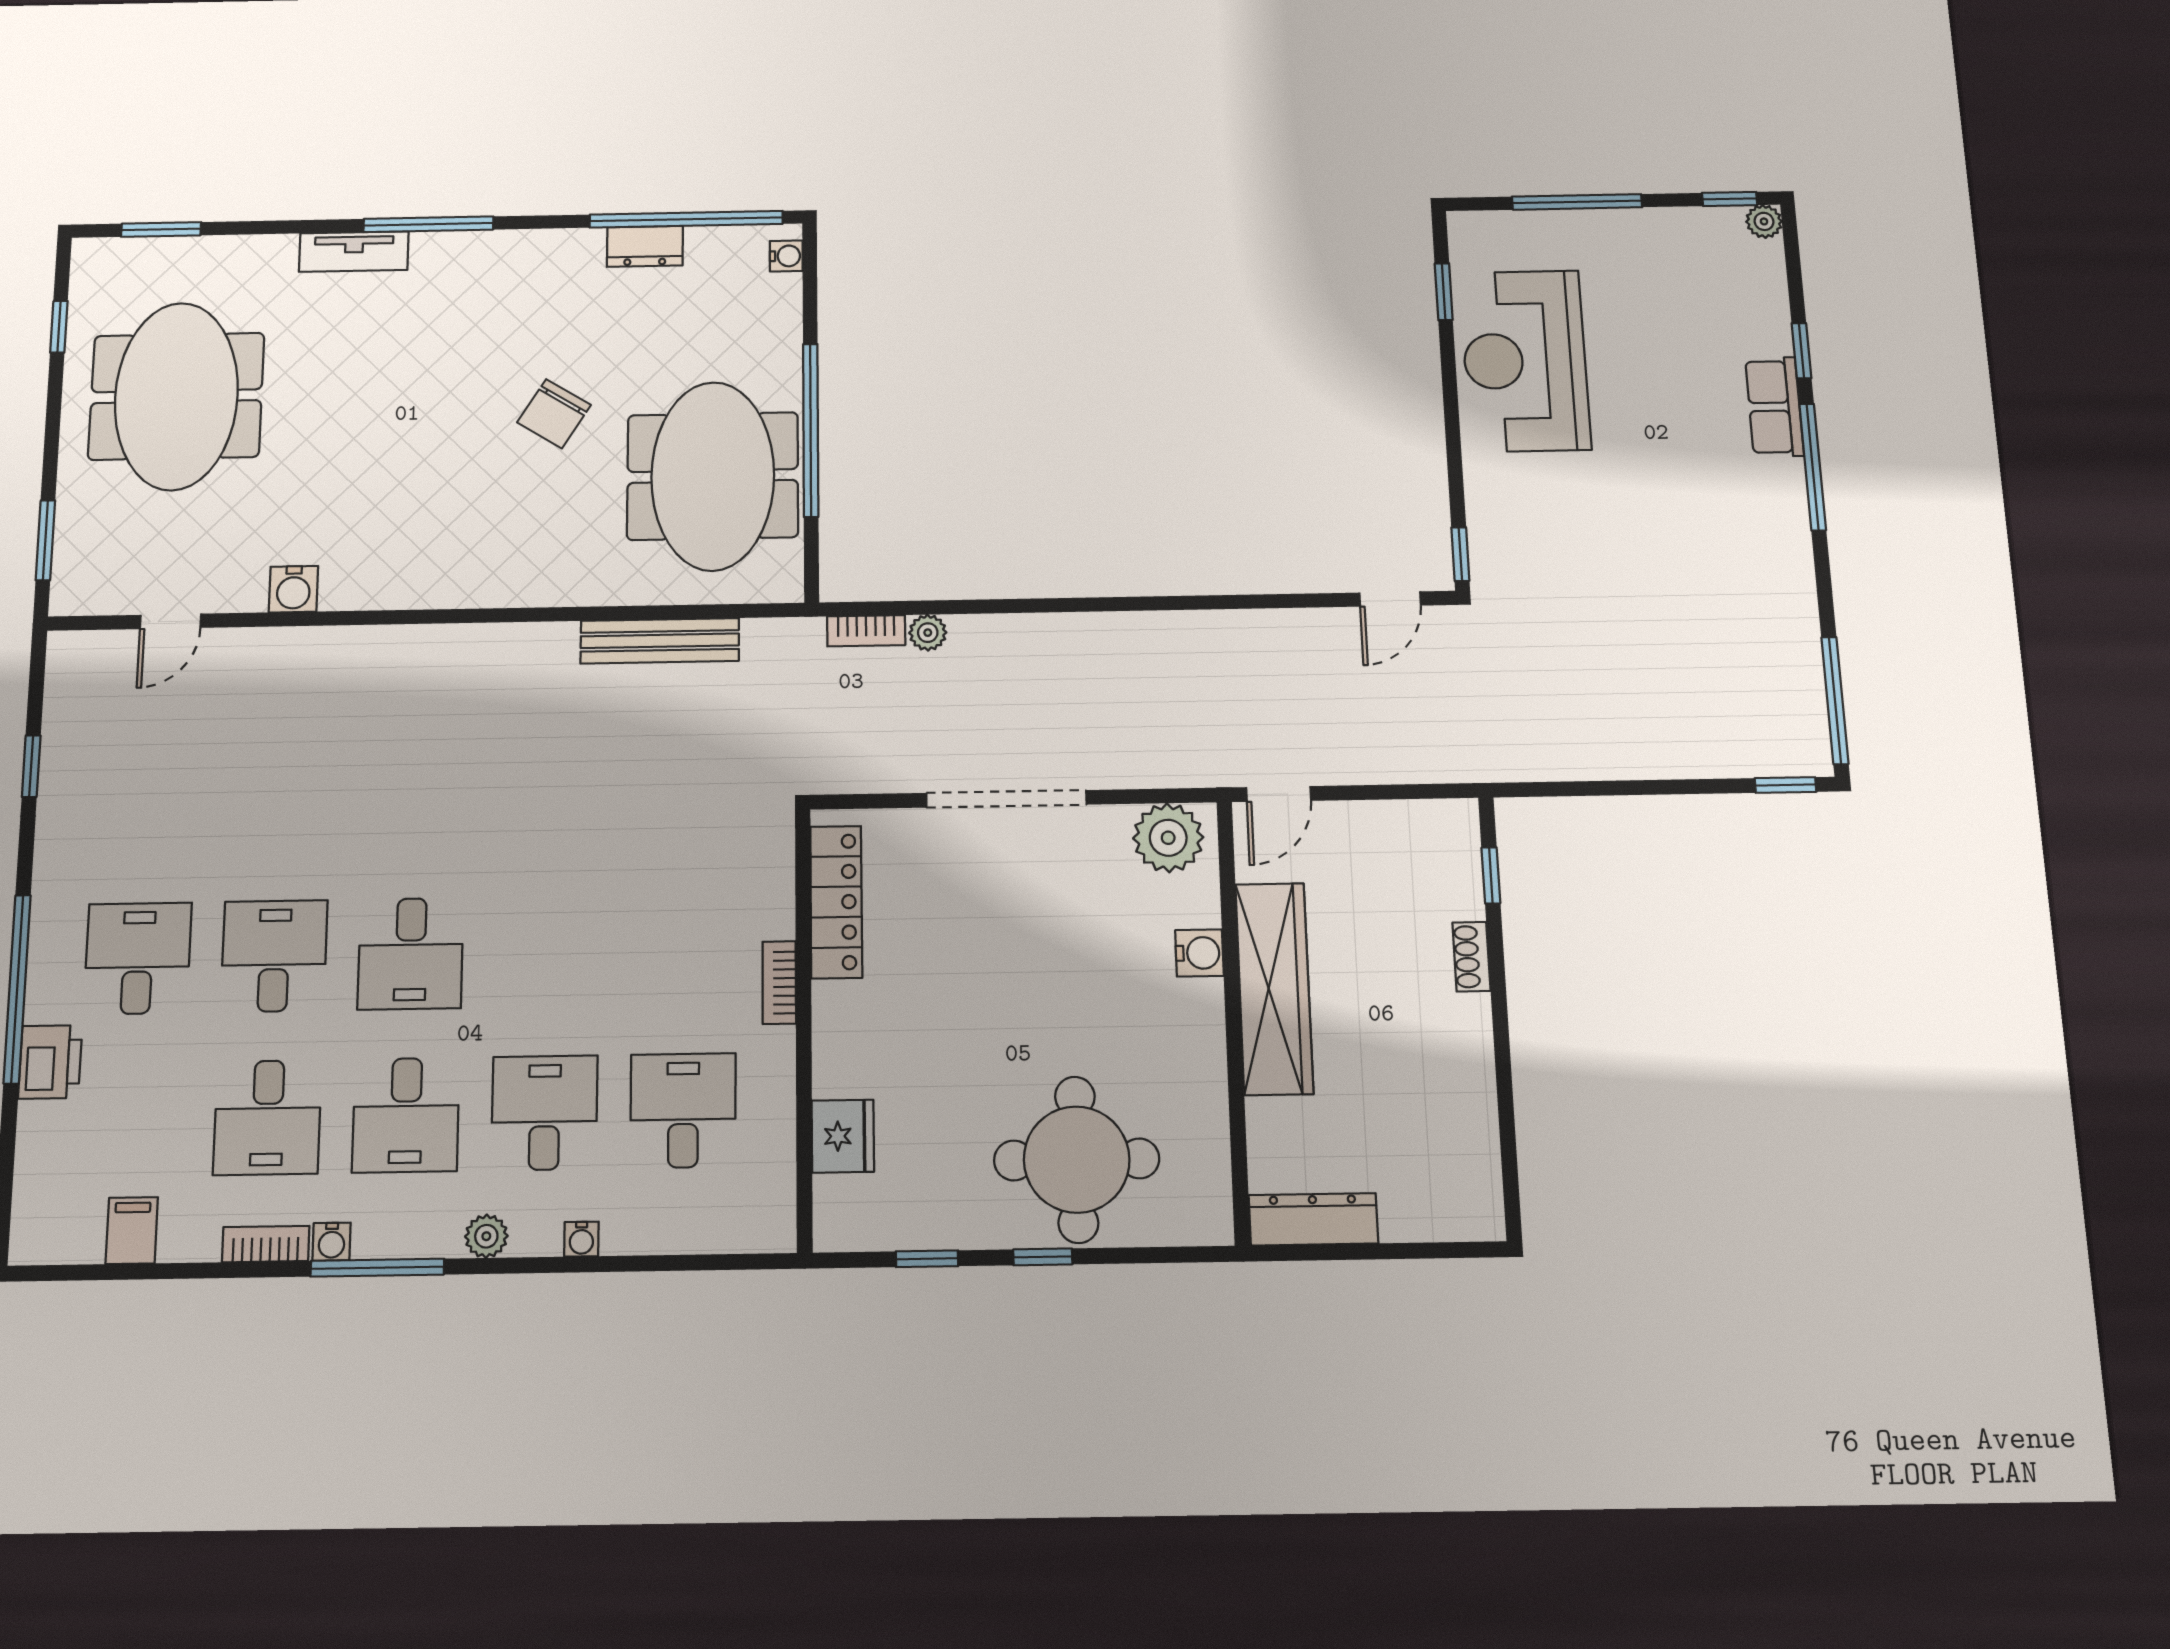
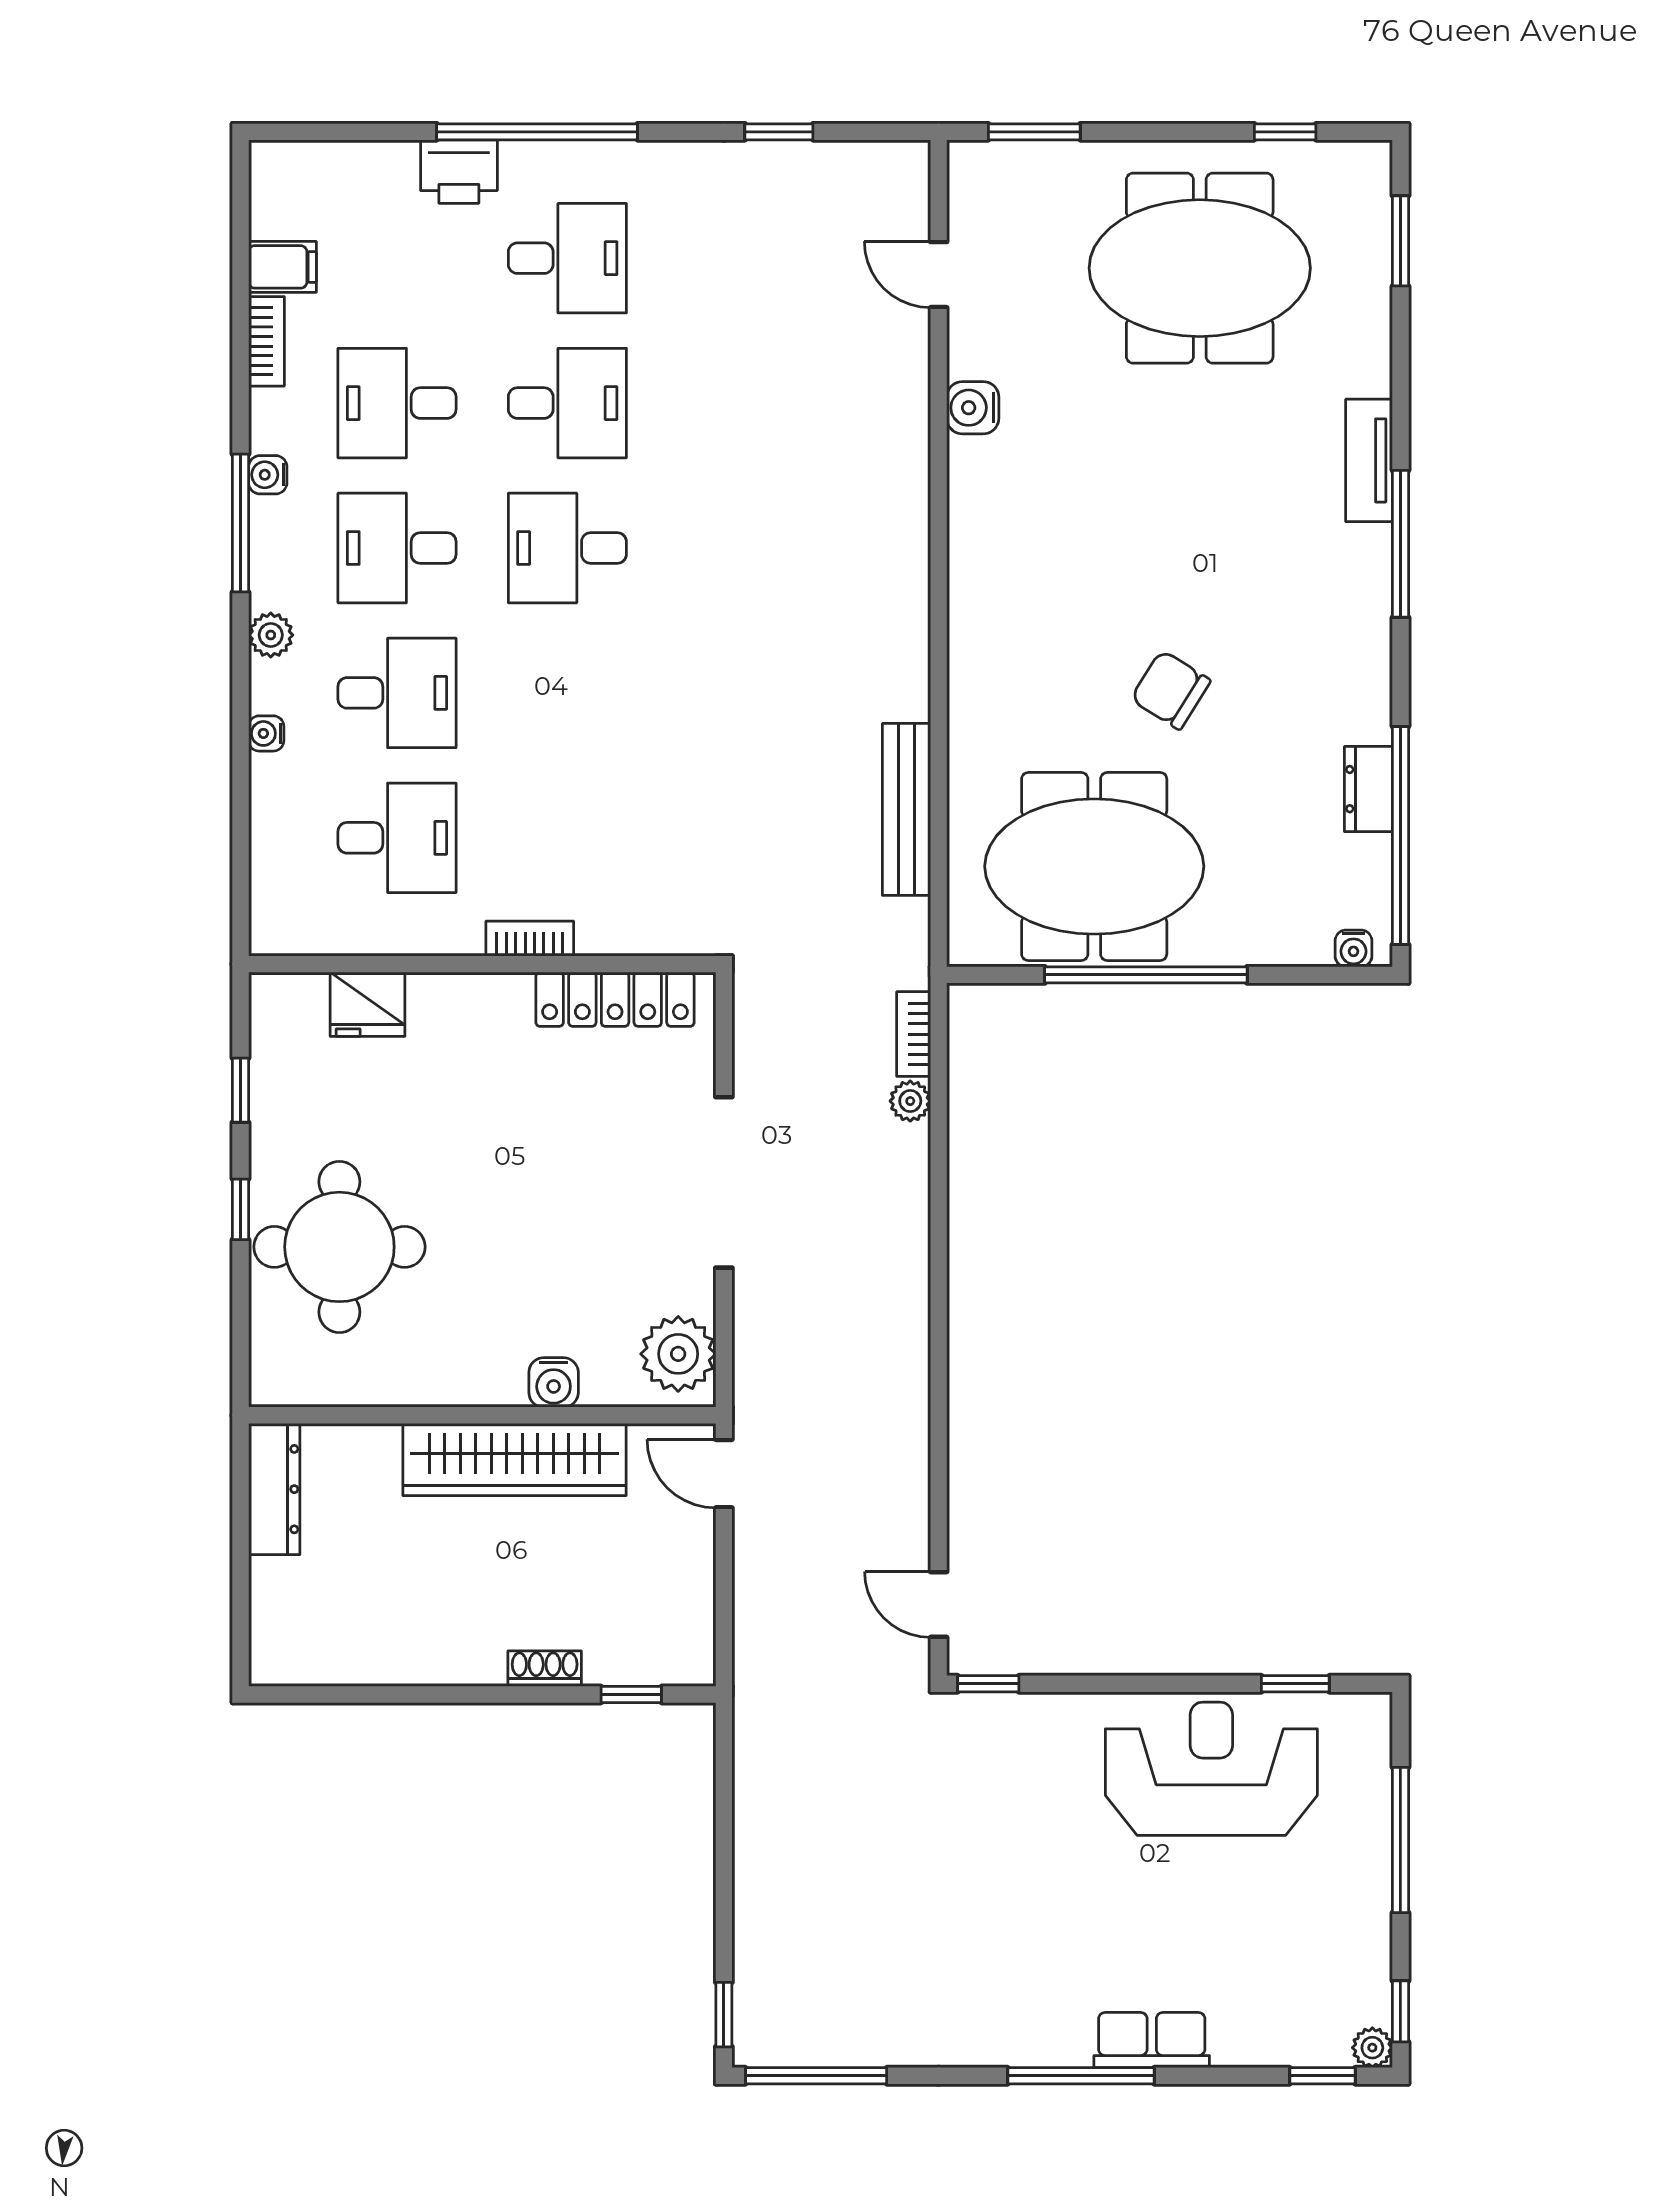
window: (1801, 351) -> (1322, 2076), moved
bookcase: (266, 1244) -> (266, 341), moved

